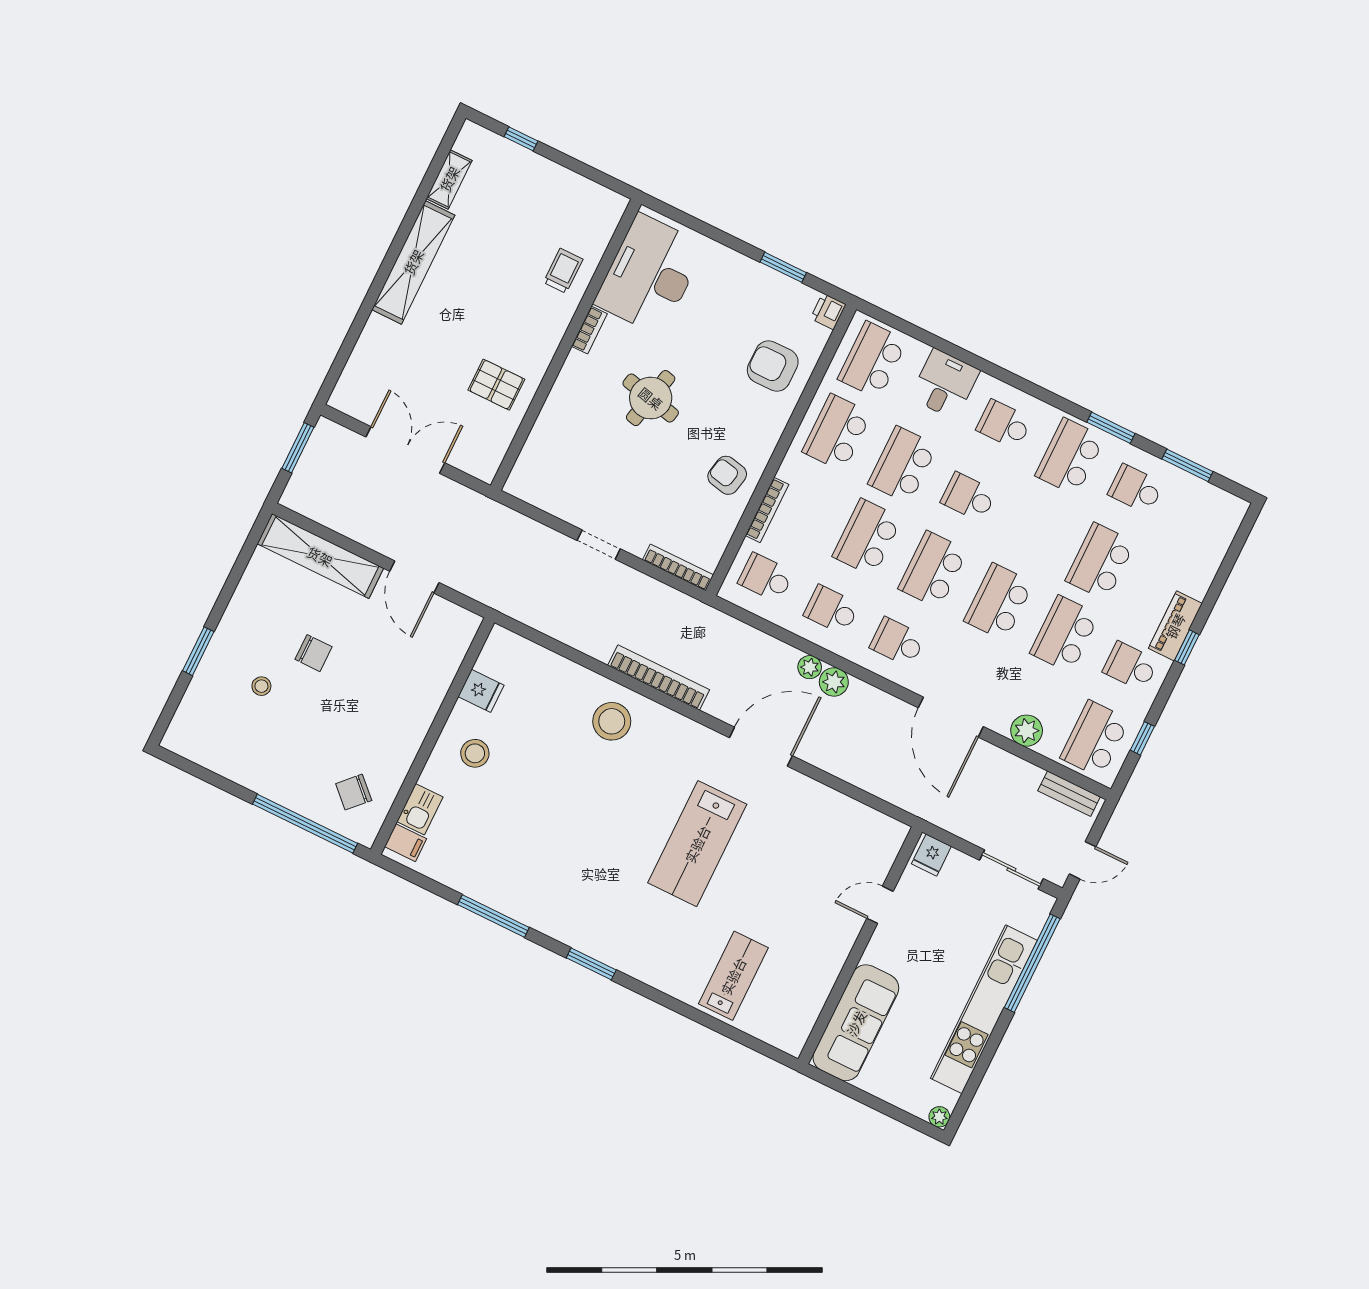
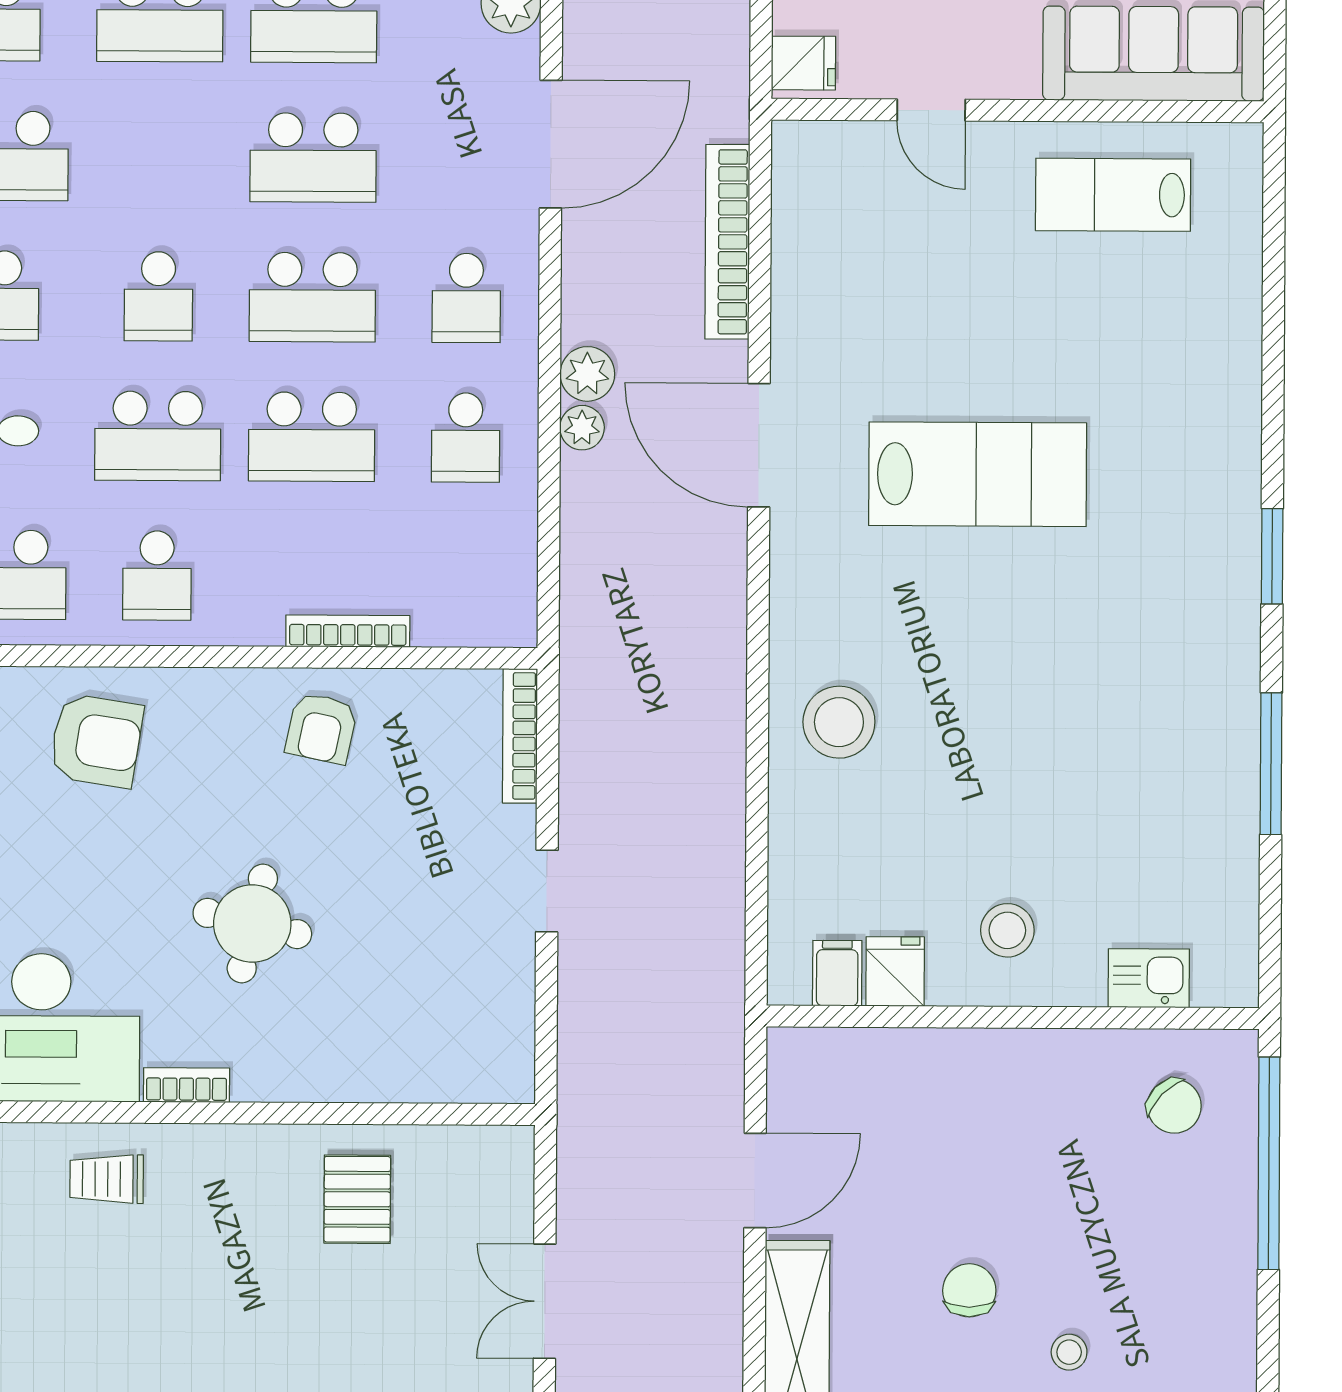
armchair: (773, 366) -> (96, 741), turned -81
school desk: (837, 432) -> (157, 576), width x0.54
double door: (405, 450) -> (545, 1301), width x0.73
school desk: (766, 578) -> (465, 577), removed
bookcase: (659, 678) -> (727, 242), moved
filing cabinet: (406, 843) -> (837, 973), moved
lab bench: (733, 976) -> (1113, 195), moved

